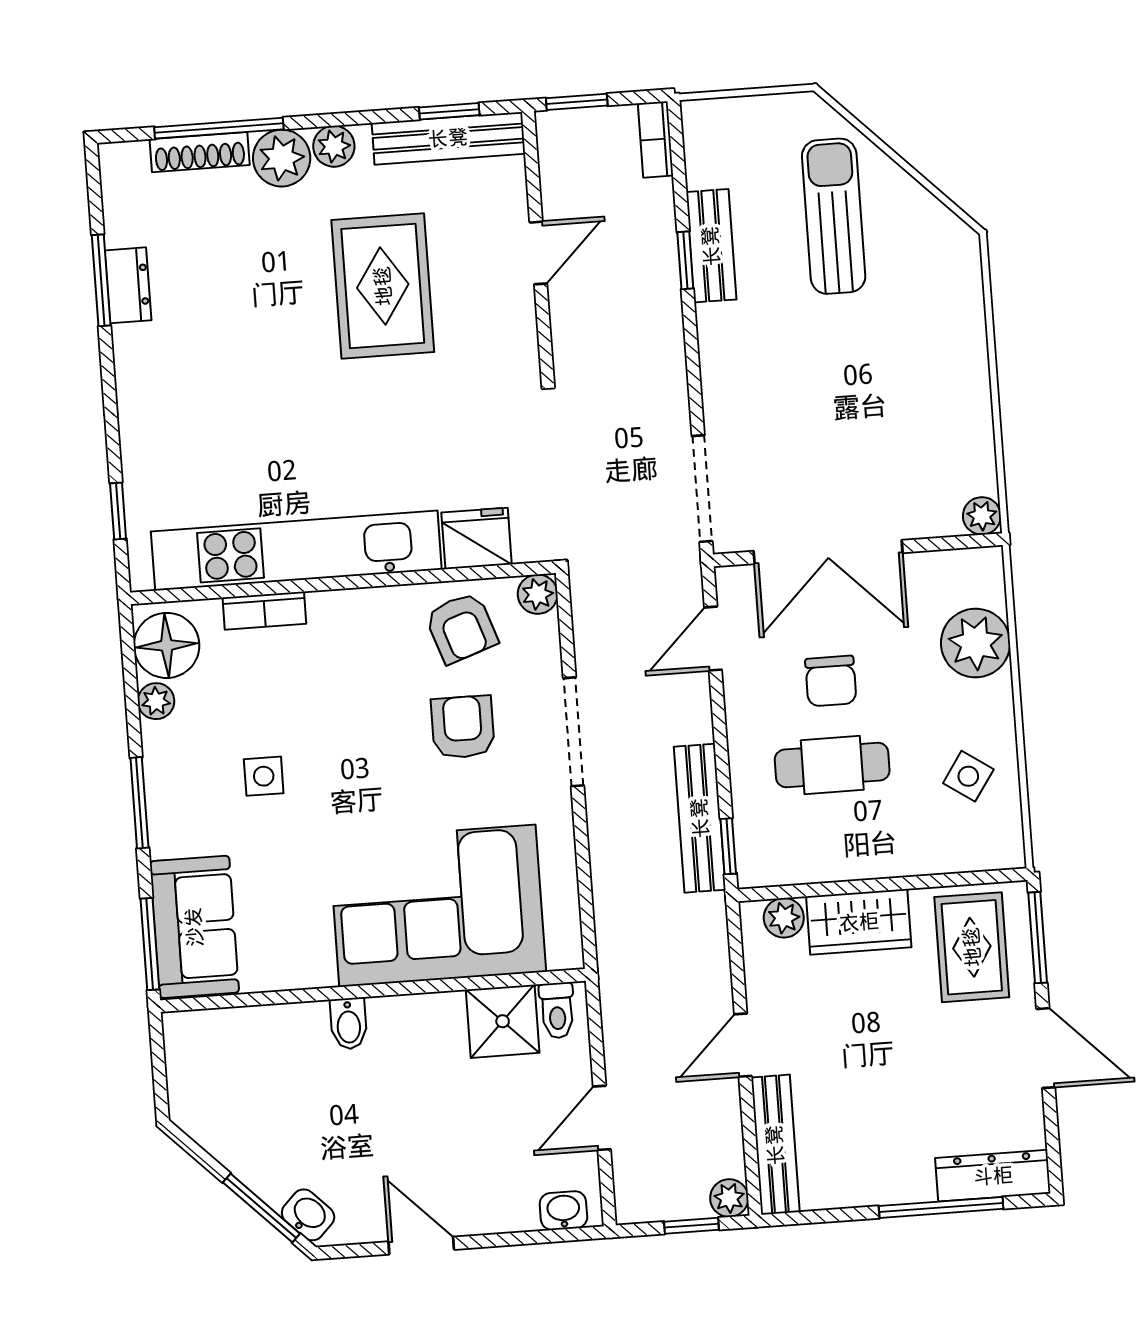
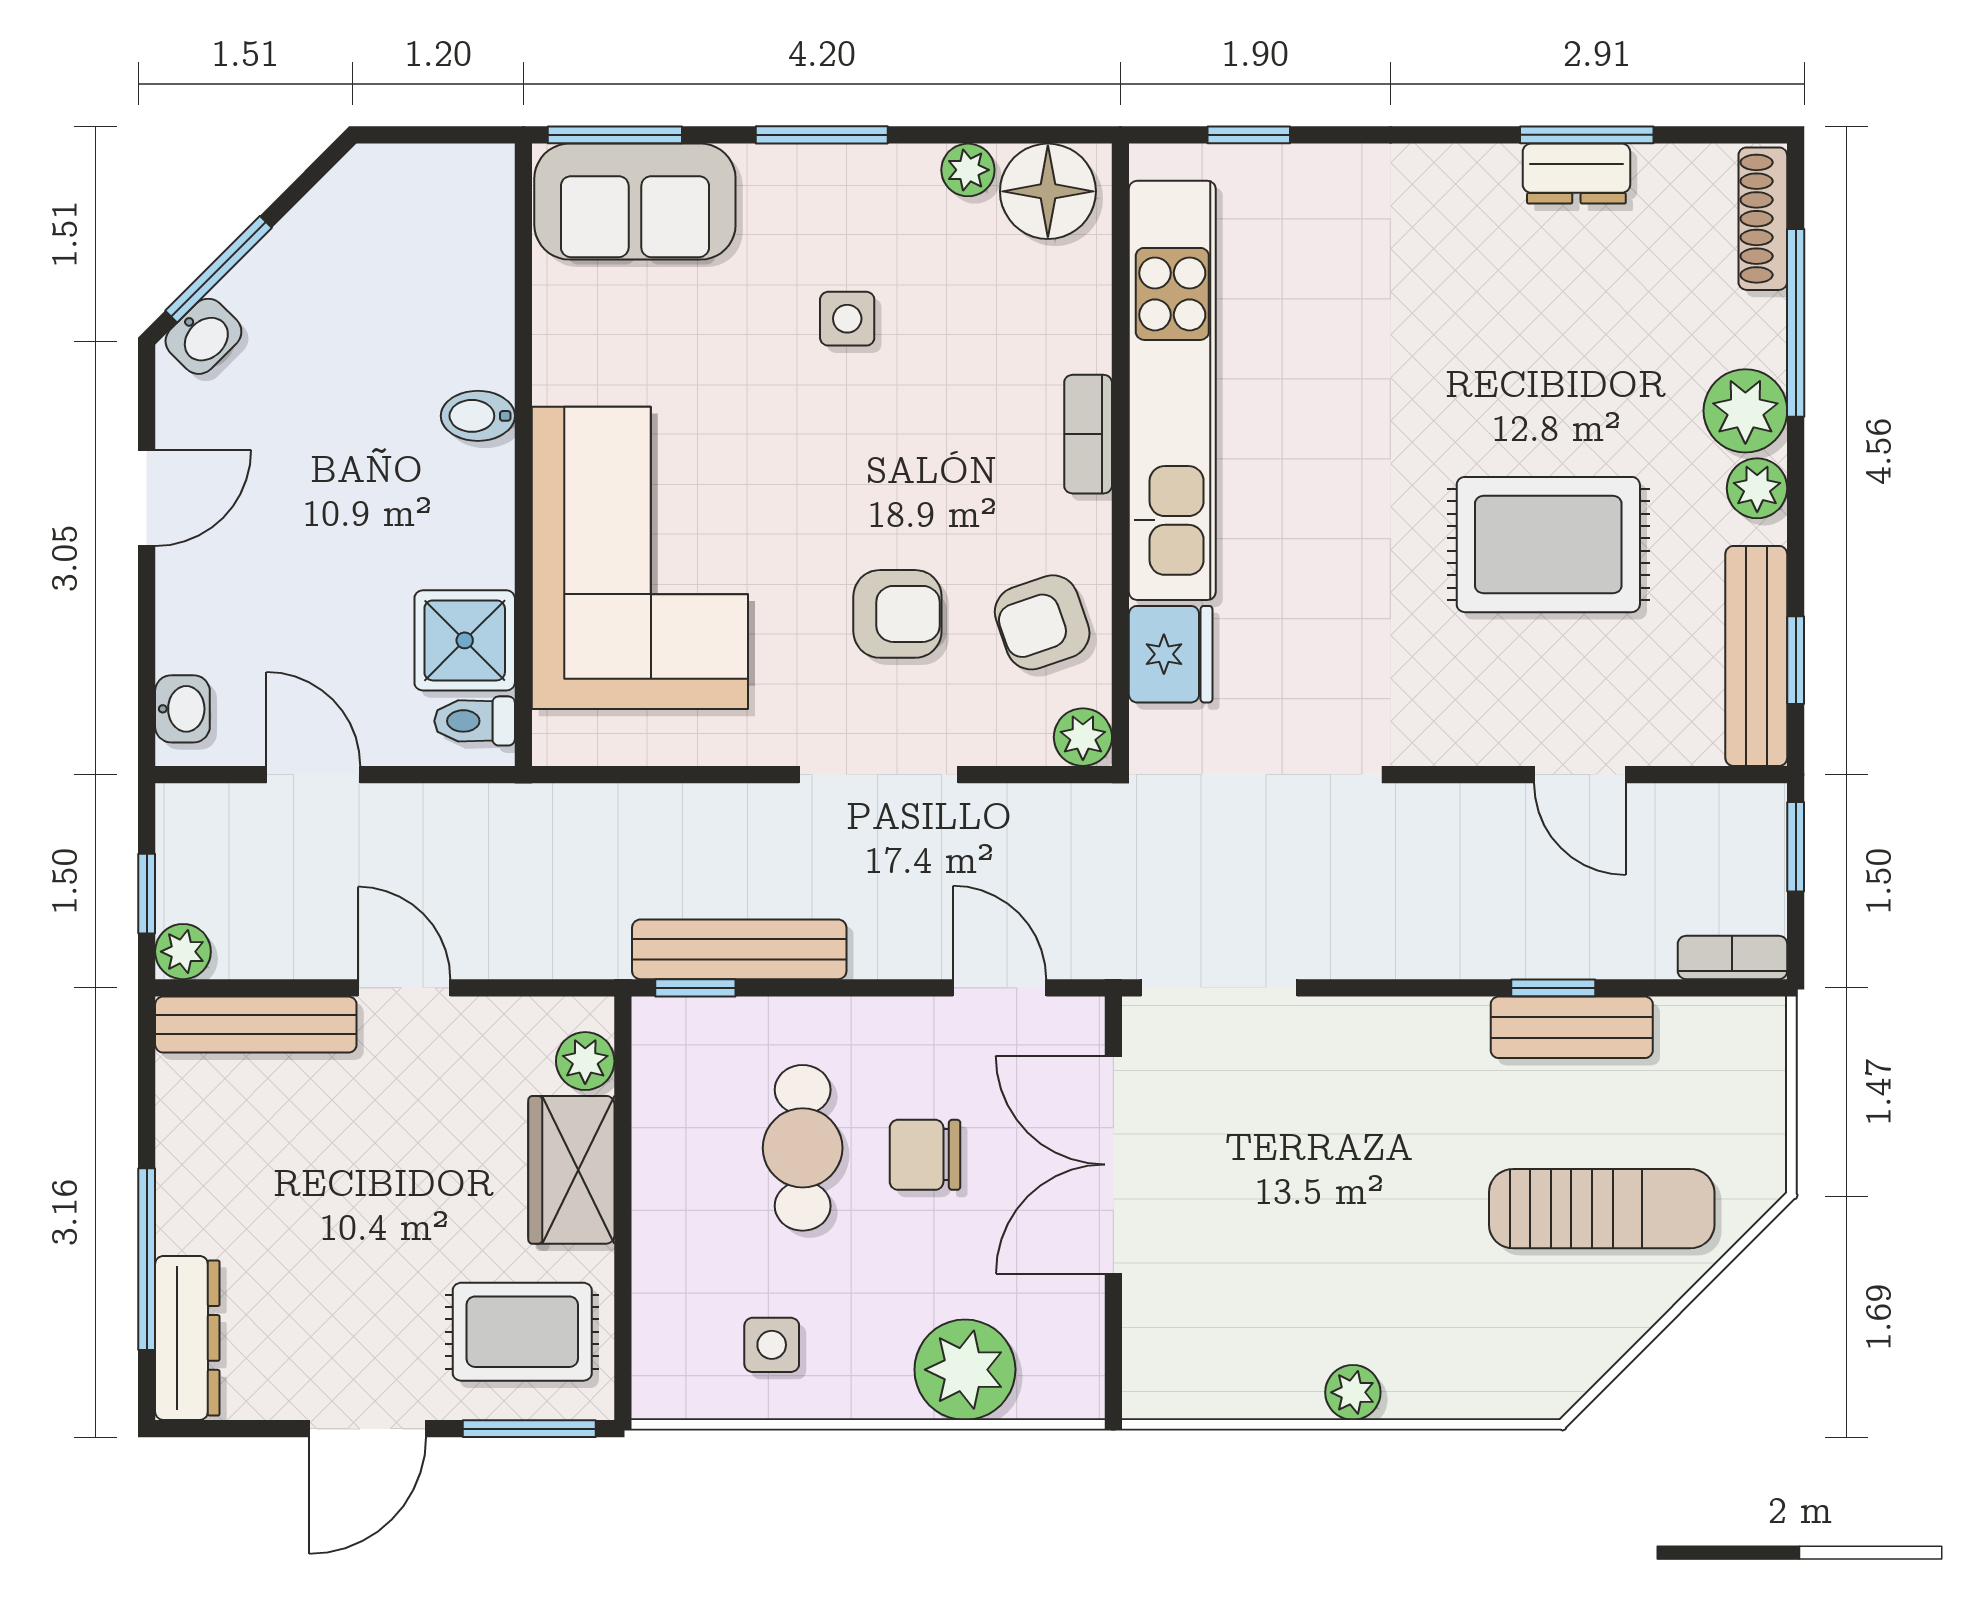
shoe rack: (200, 152) -> (1763, 219), moved
plant: (982, 516) -> (1353, 1392), moved
bookcase: (264, 611) -> (1088, 434), moved
side table: (968, 776) -> (772, 1345), turned -34

